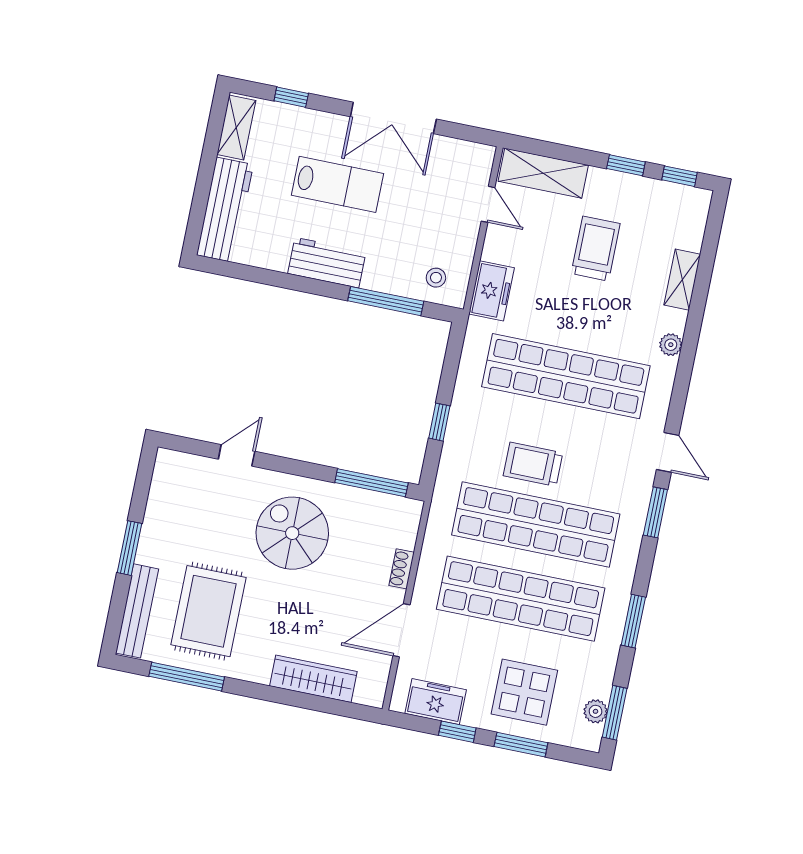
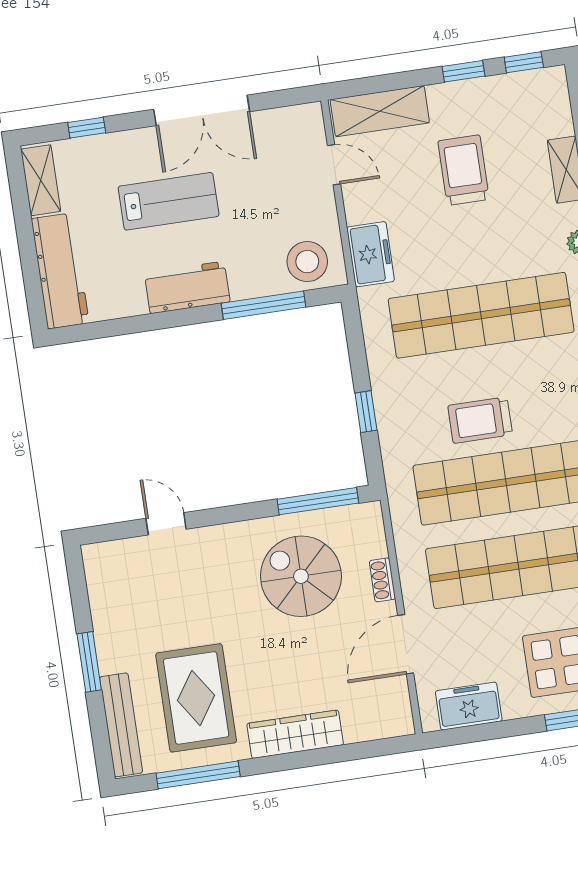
stool: (436, 278) -> (307, 262), width x1.89, depth x1.89
door: (237, 455) -> (166, 524), hinge flipped
spiral stairs: (292, 533) -> (301, 576), moved
wardrobe: (313, 679) -> (295, 734), moved
window: (457, 732) -> (503, 729), removed

